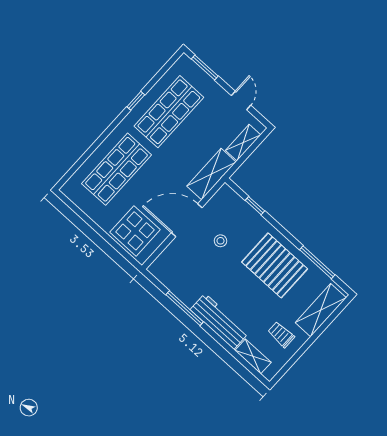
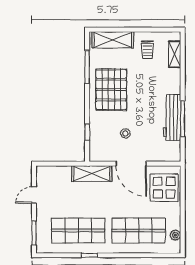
shelving: (243, 143) -> (57, 172), removed
plant: (80, 200) -> (175, 235), added
workbench: (219, 321) -> (172, 117), moved

